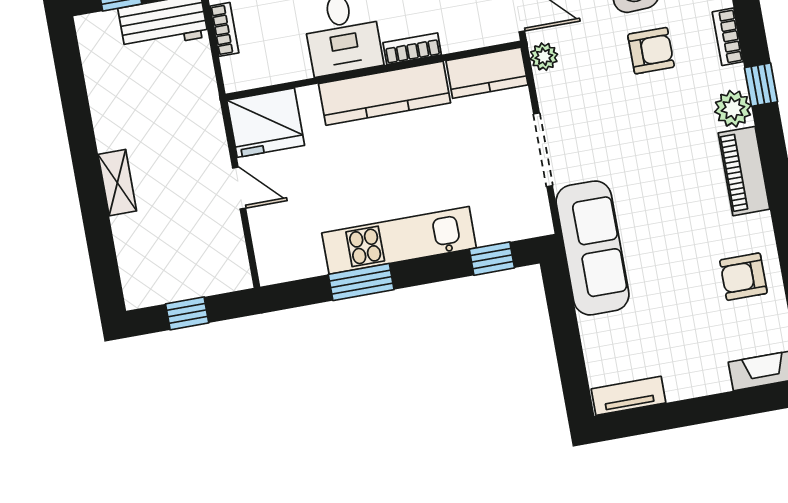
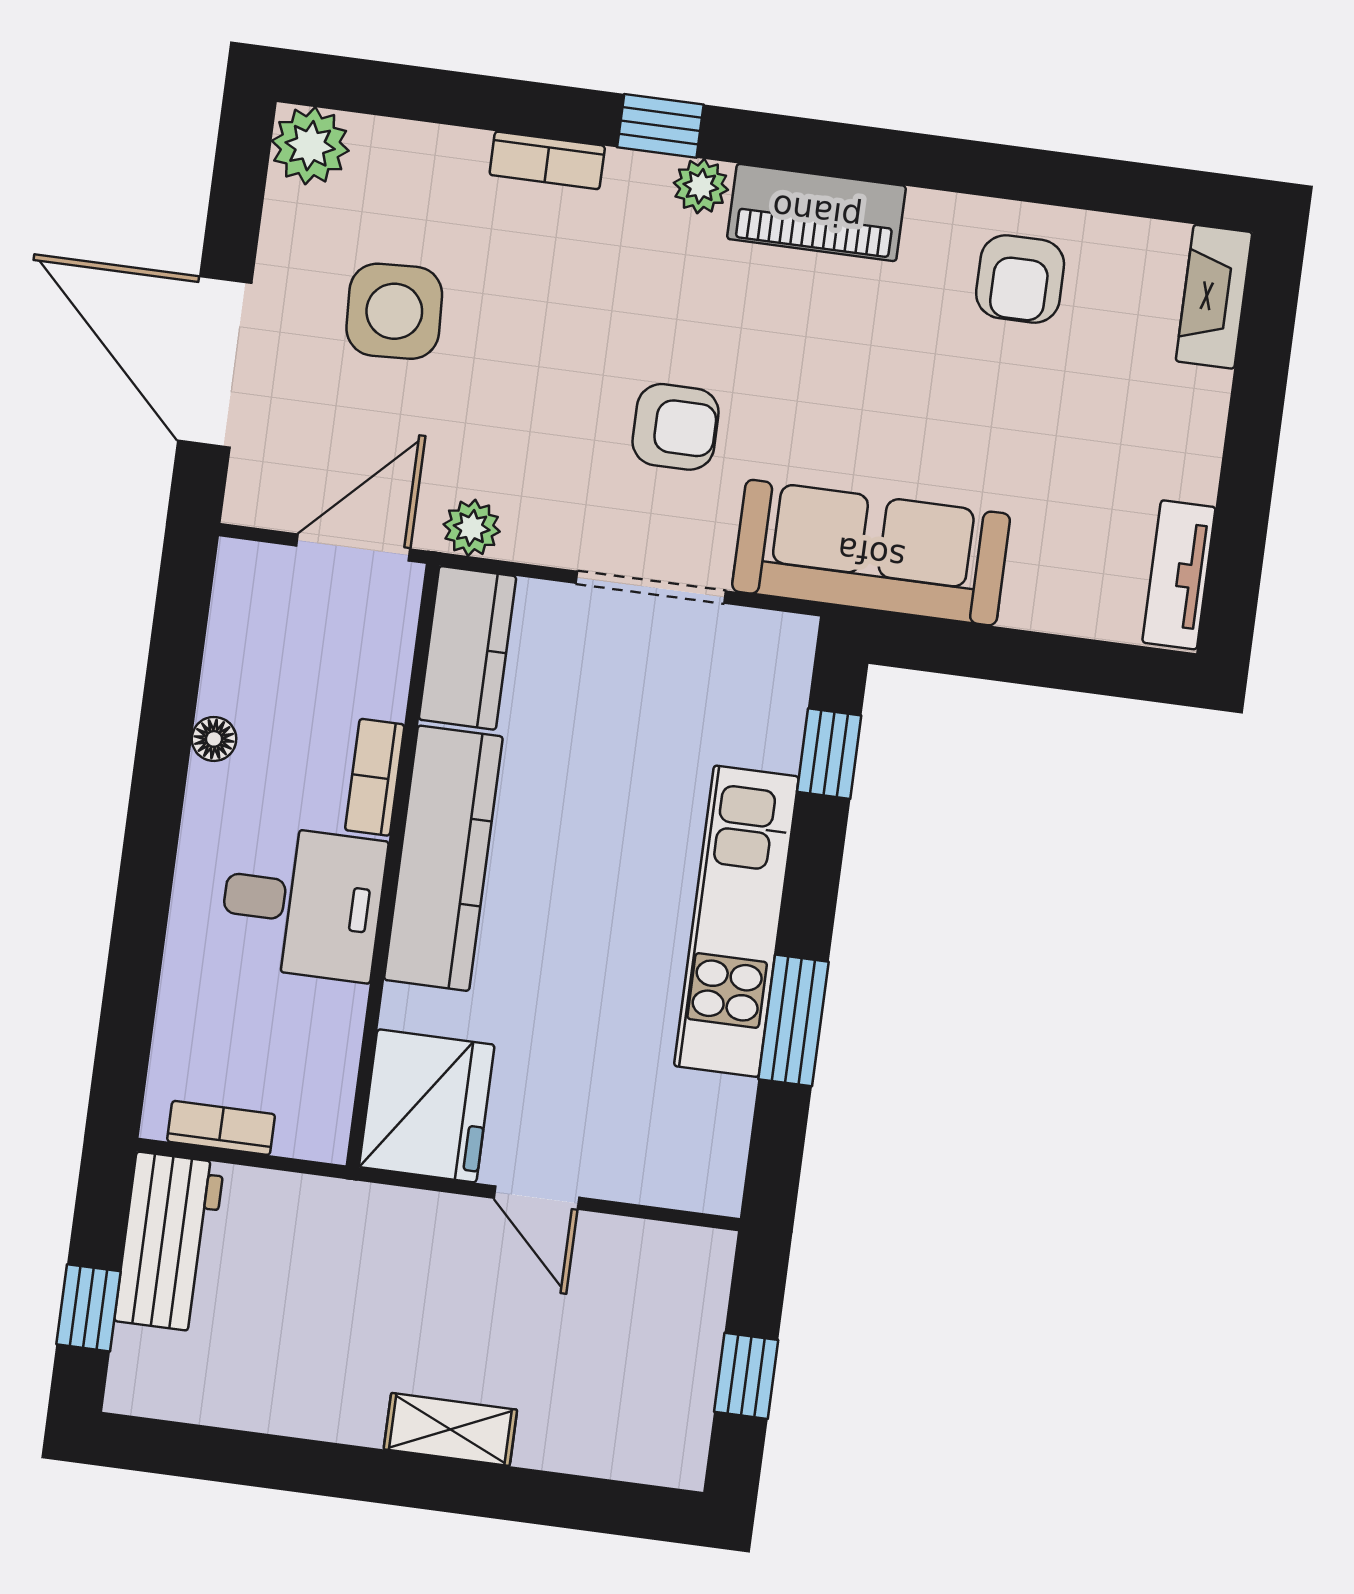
armchair: (651, 51) -> (675, 427), moved, turned 90
plant: (733, 109) -> (701, 186), width x0.73, depth x0.73
door: (239, 188) -> (537, 1198), swing flipped

